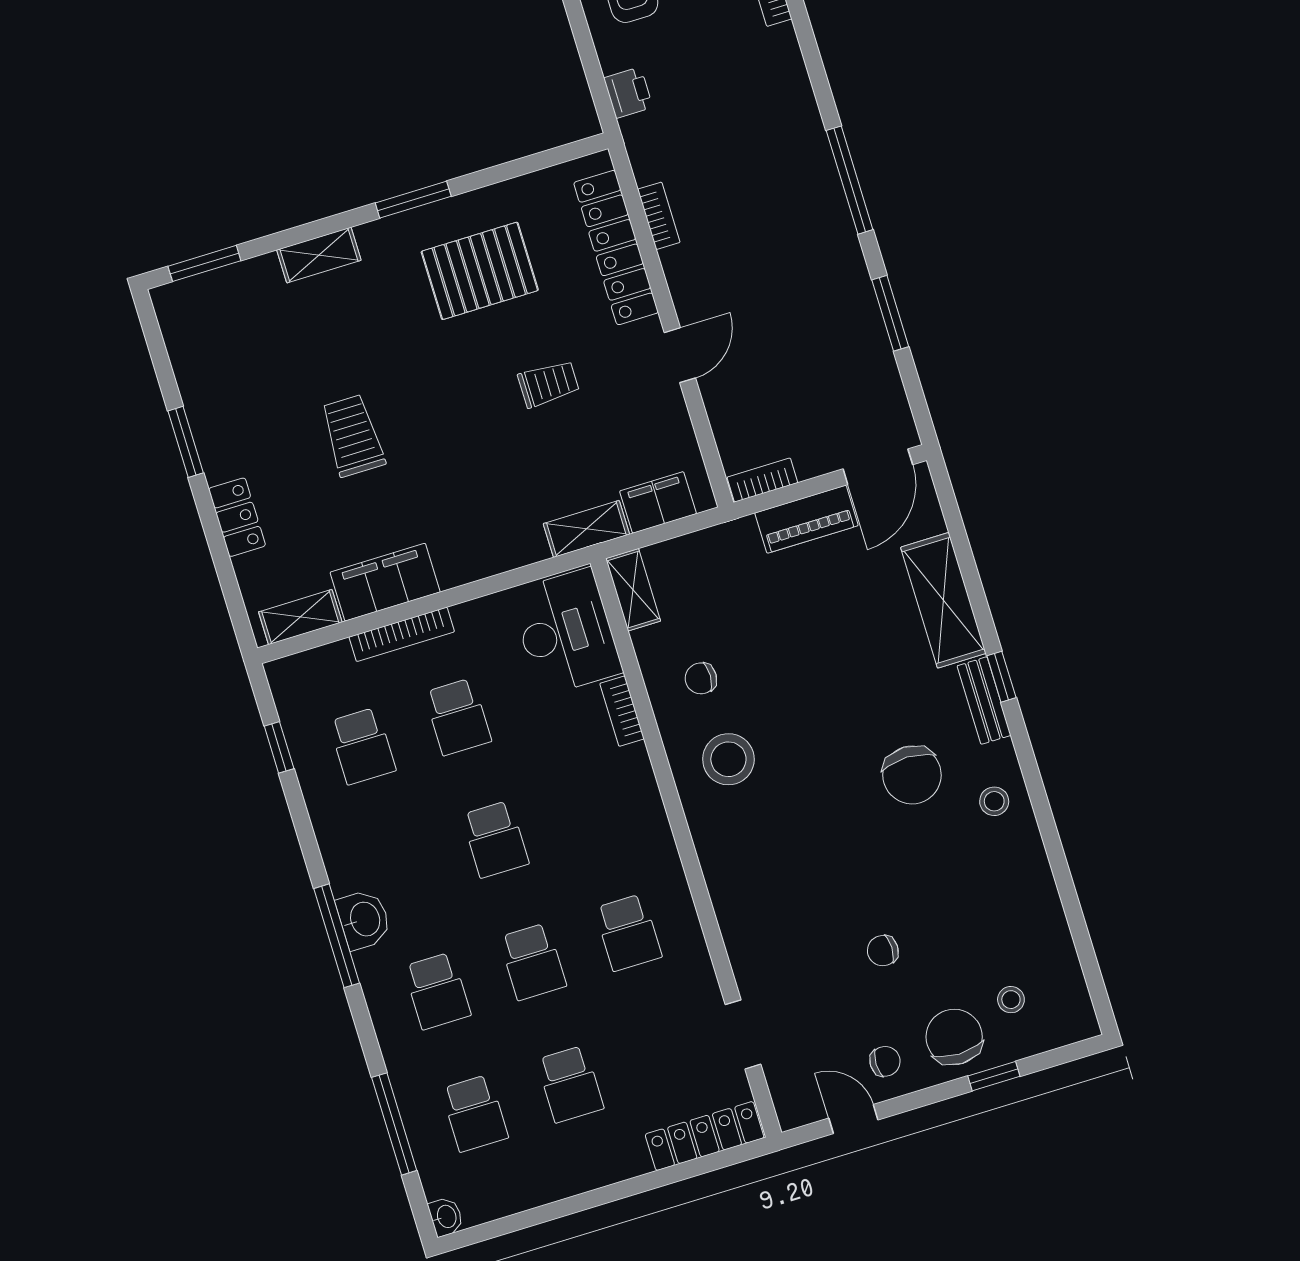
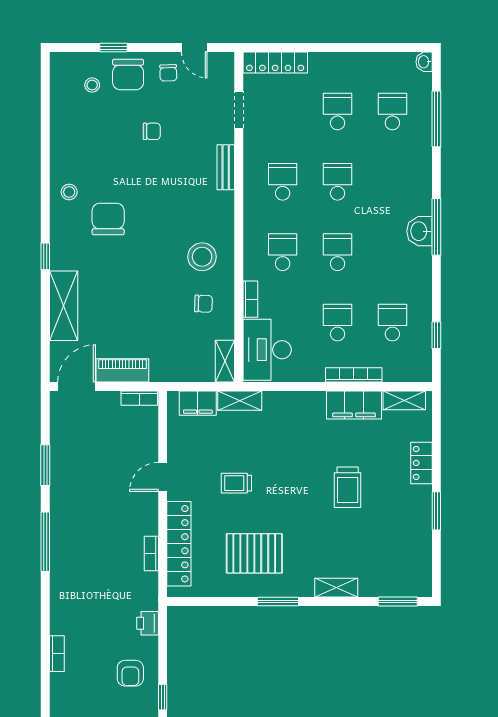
bench: (984, 701) -> (226, 167), moved
school desk: (437, 991) -> (283, 252), moved
chair: (885, 1061) -> (168, 73), turned -92

